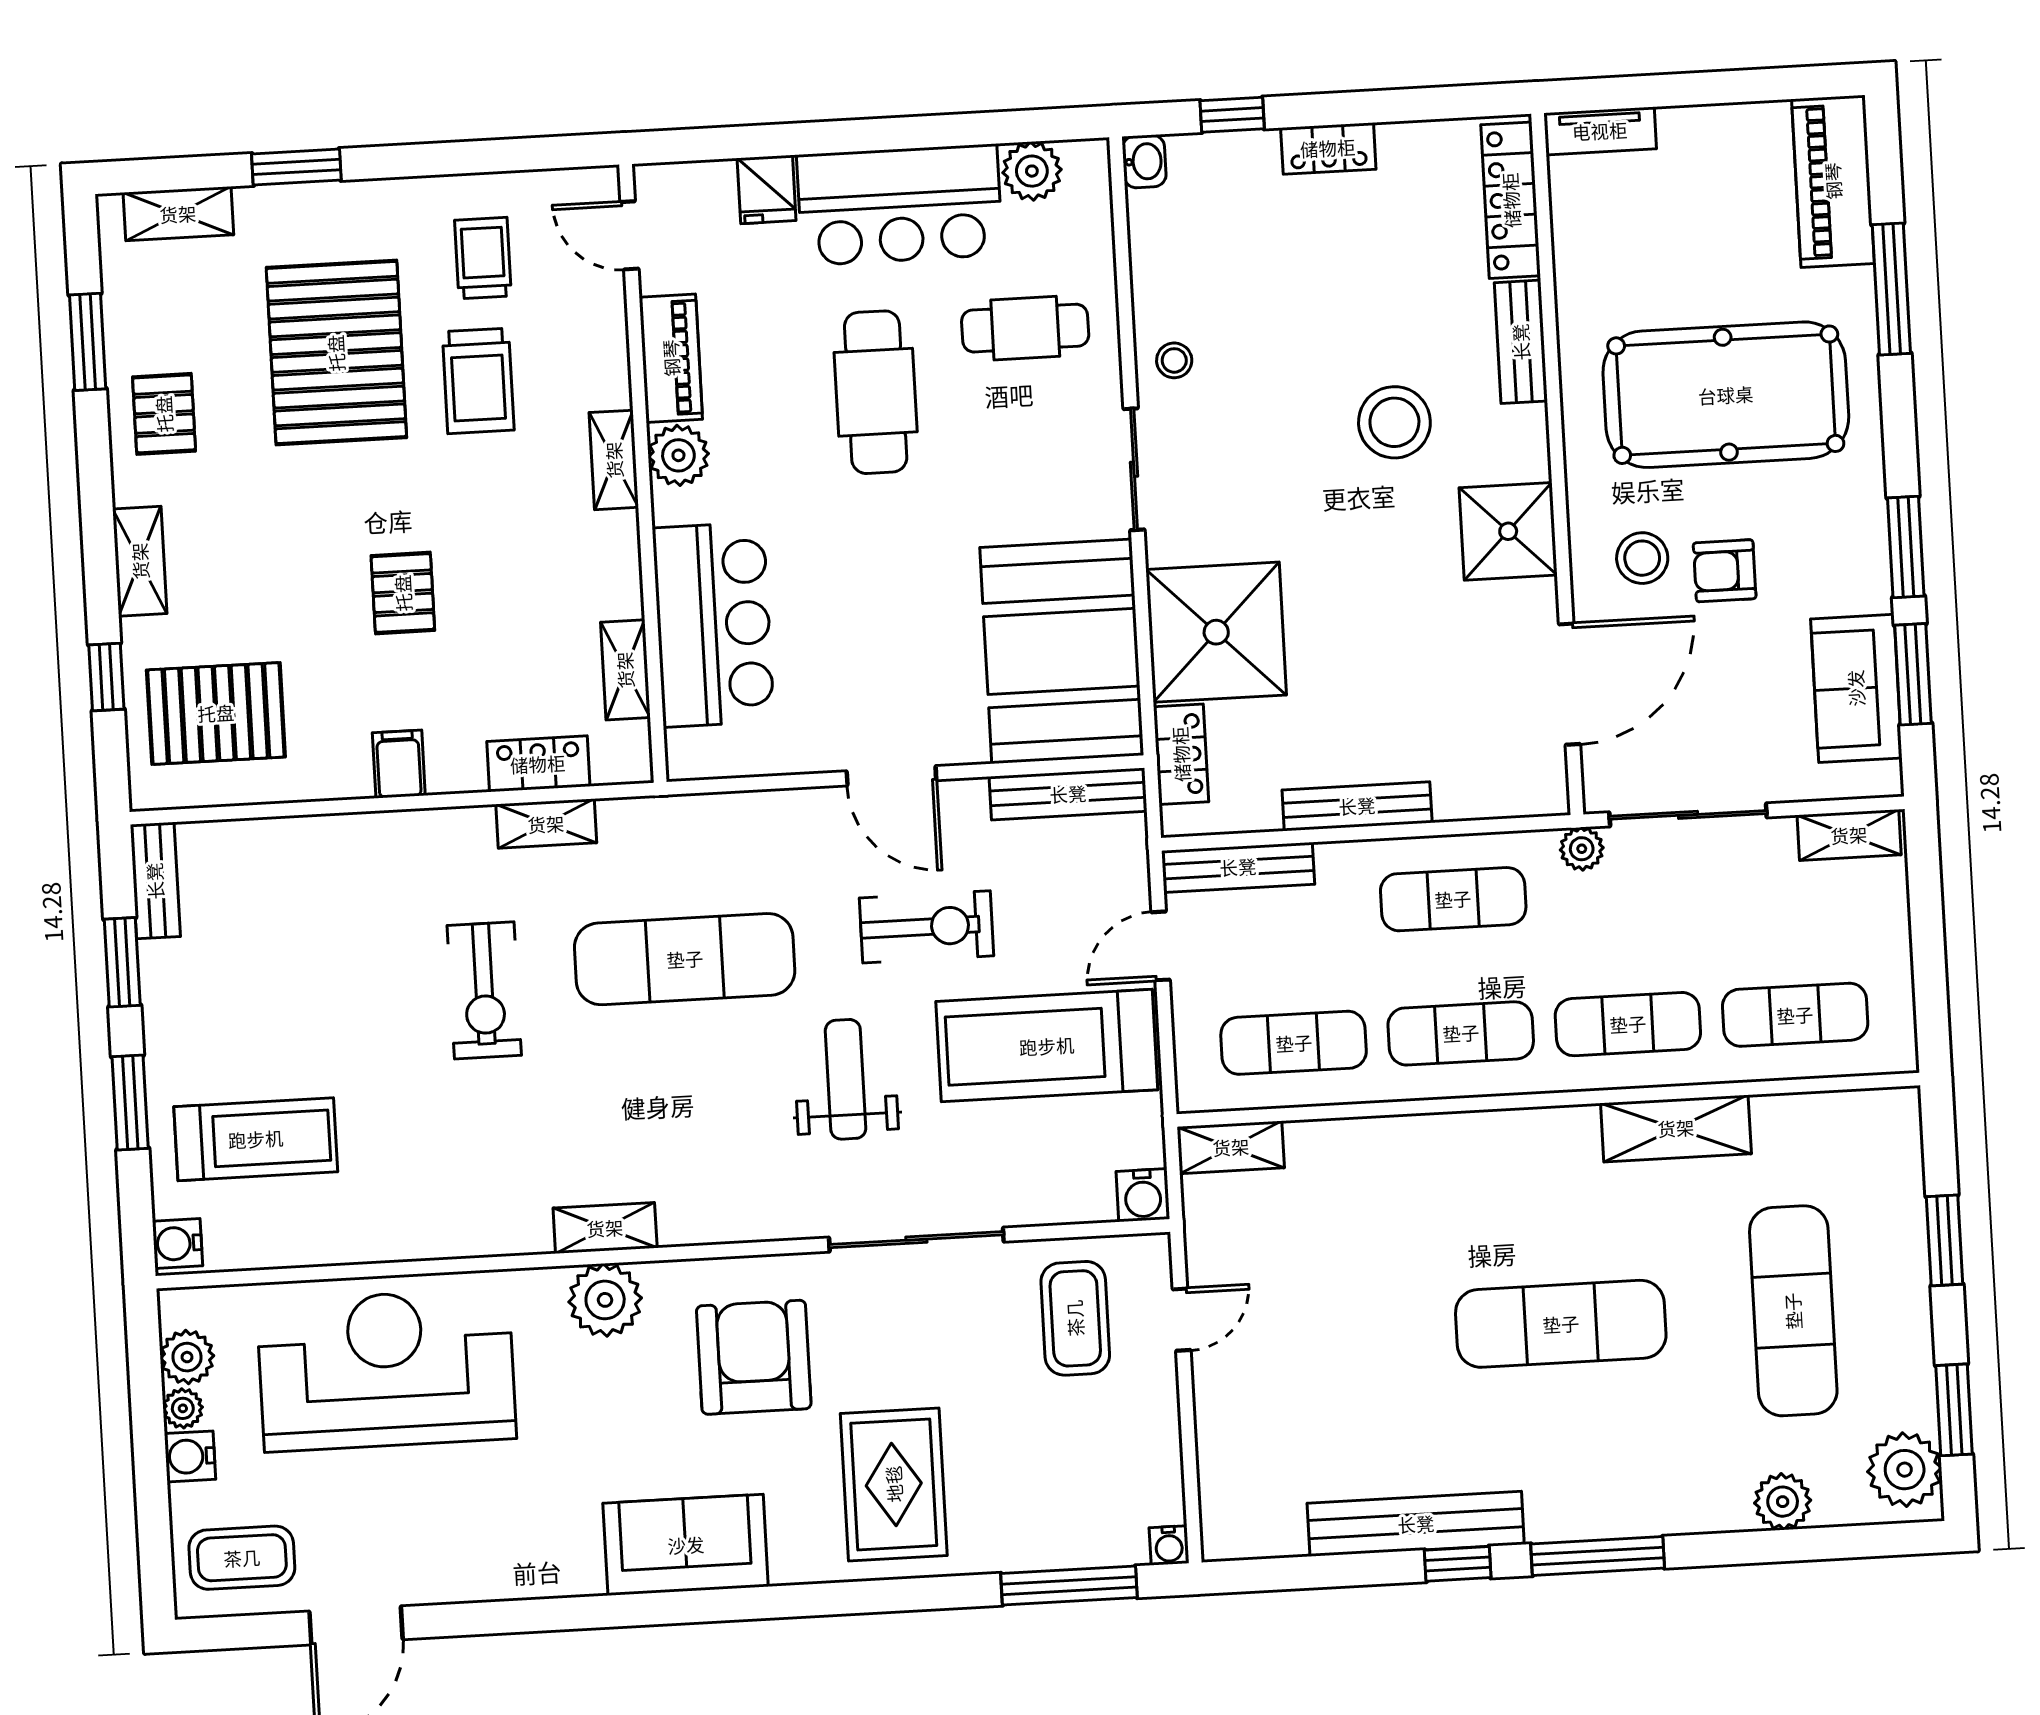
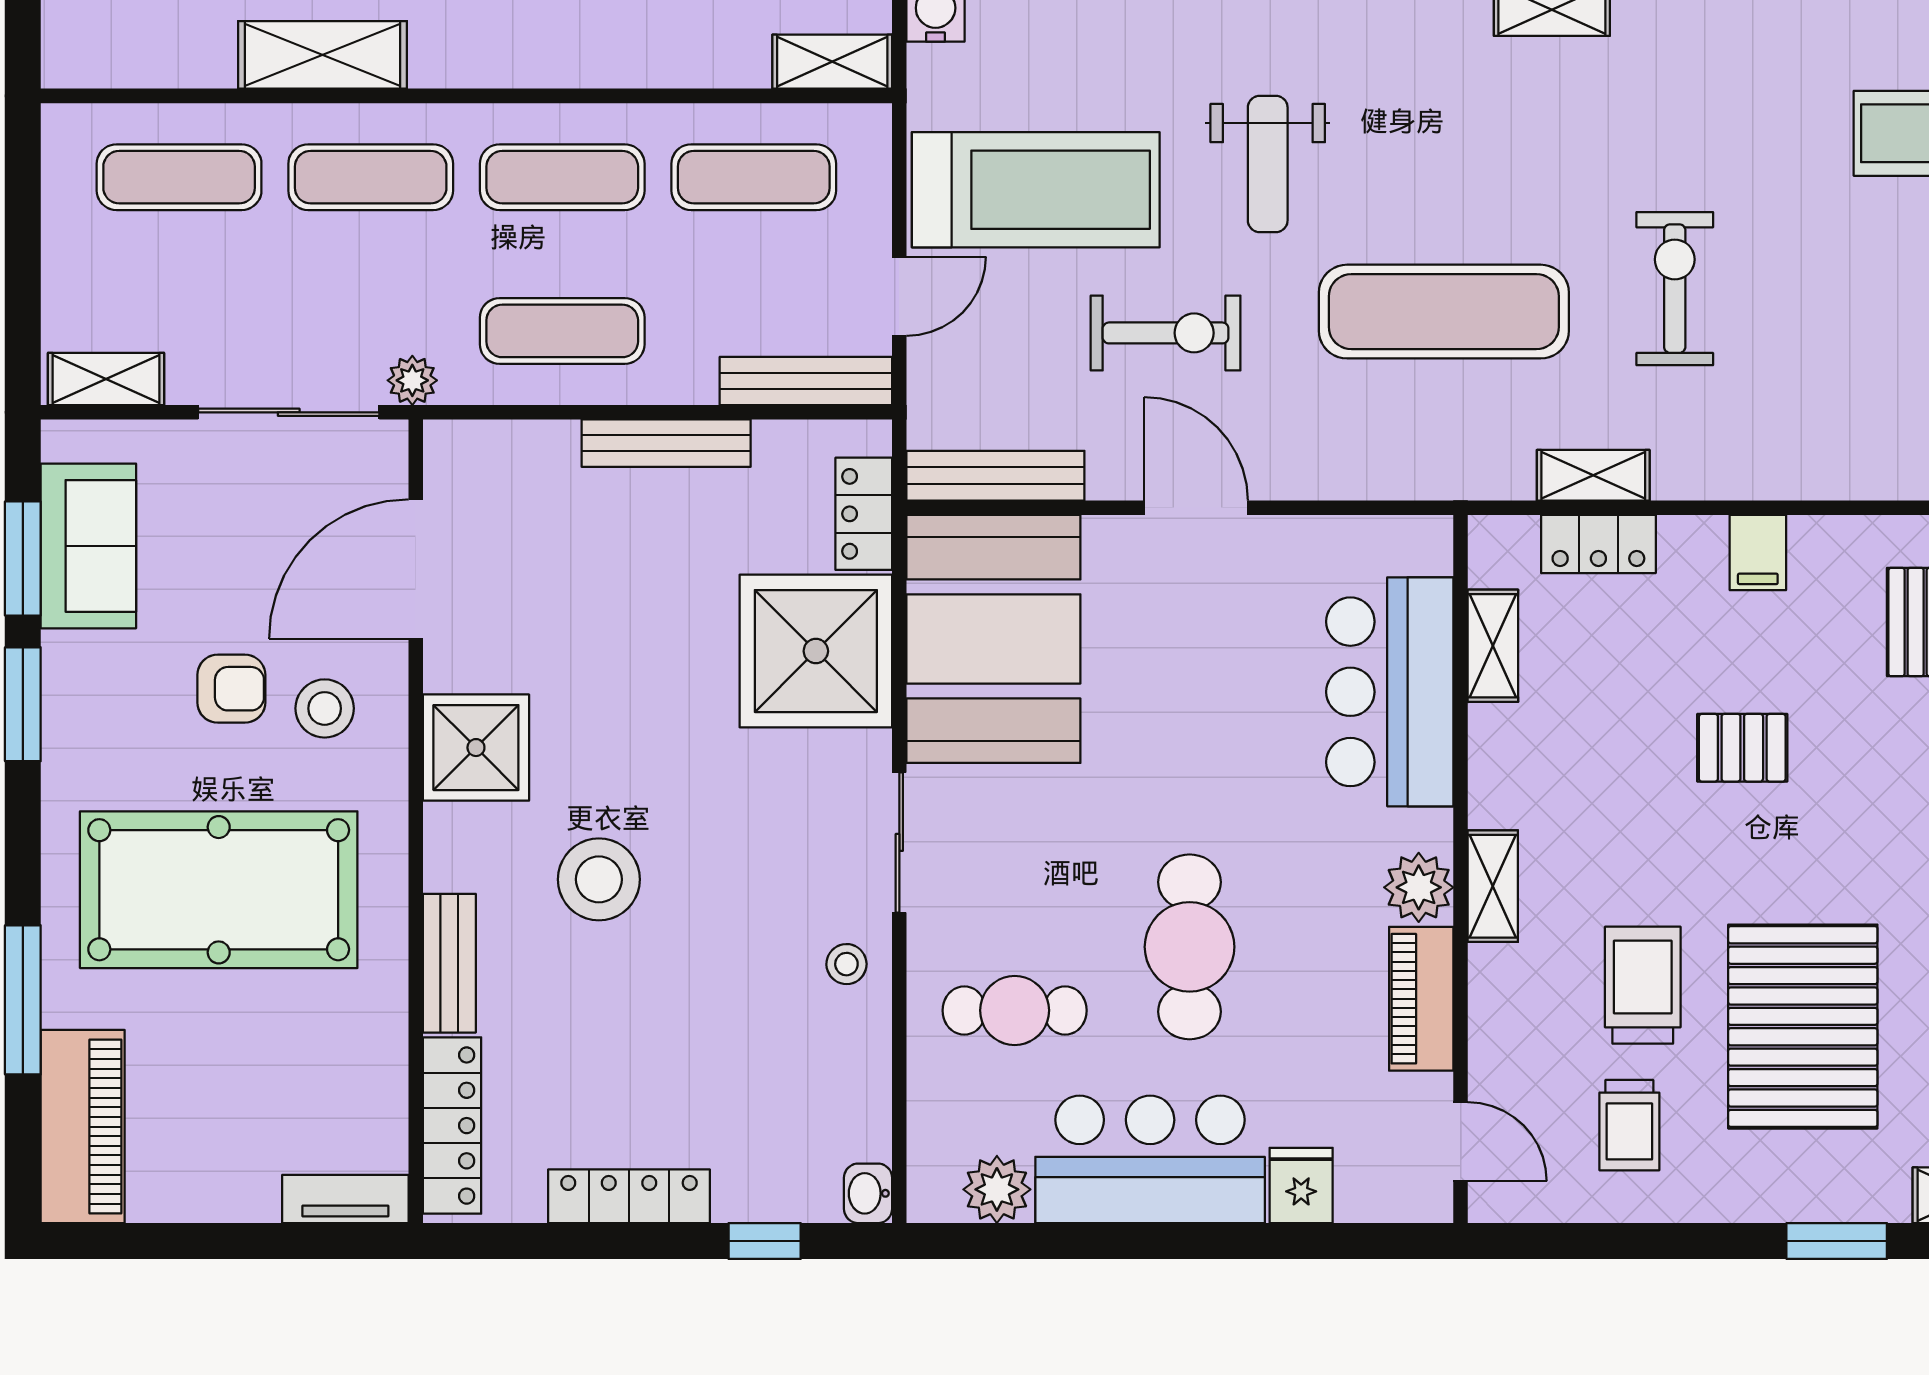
locker: (1328, 148) -> (629, 1196), width x1.53
pallet: (403, 593) -> (1742, 748), turned 90
exercise bike: (926, 927) -> (1166, 333), turned 180

